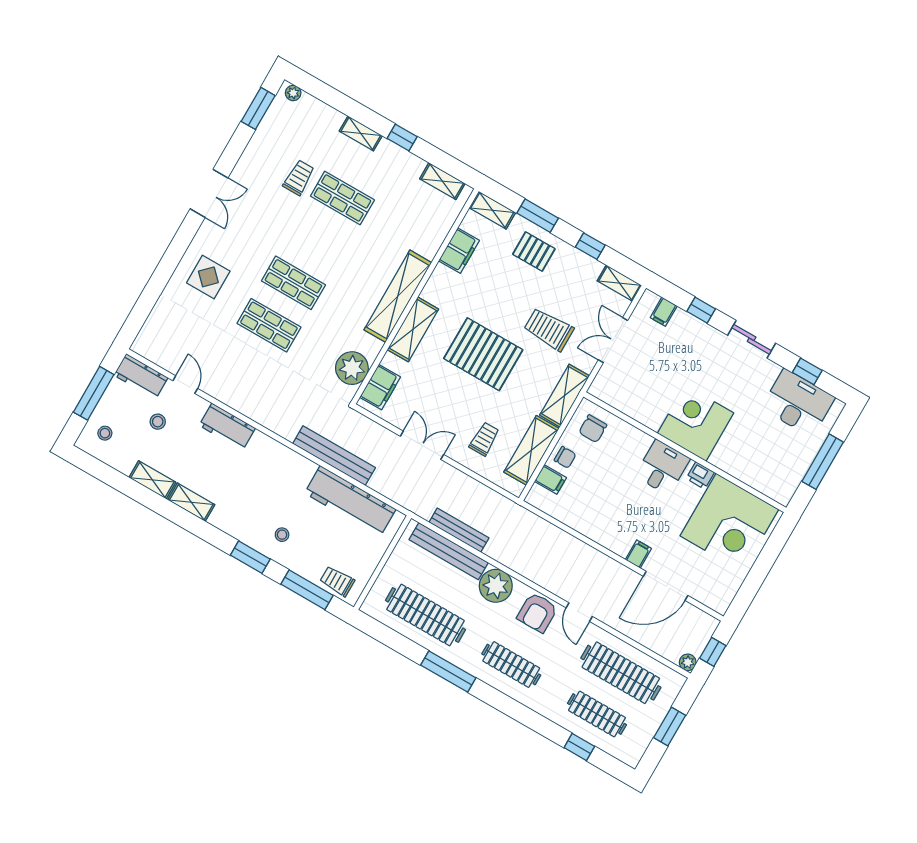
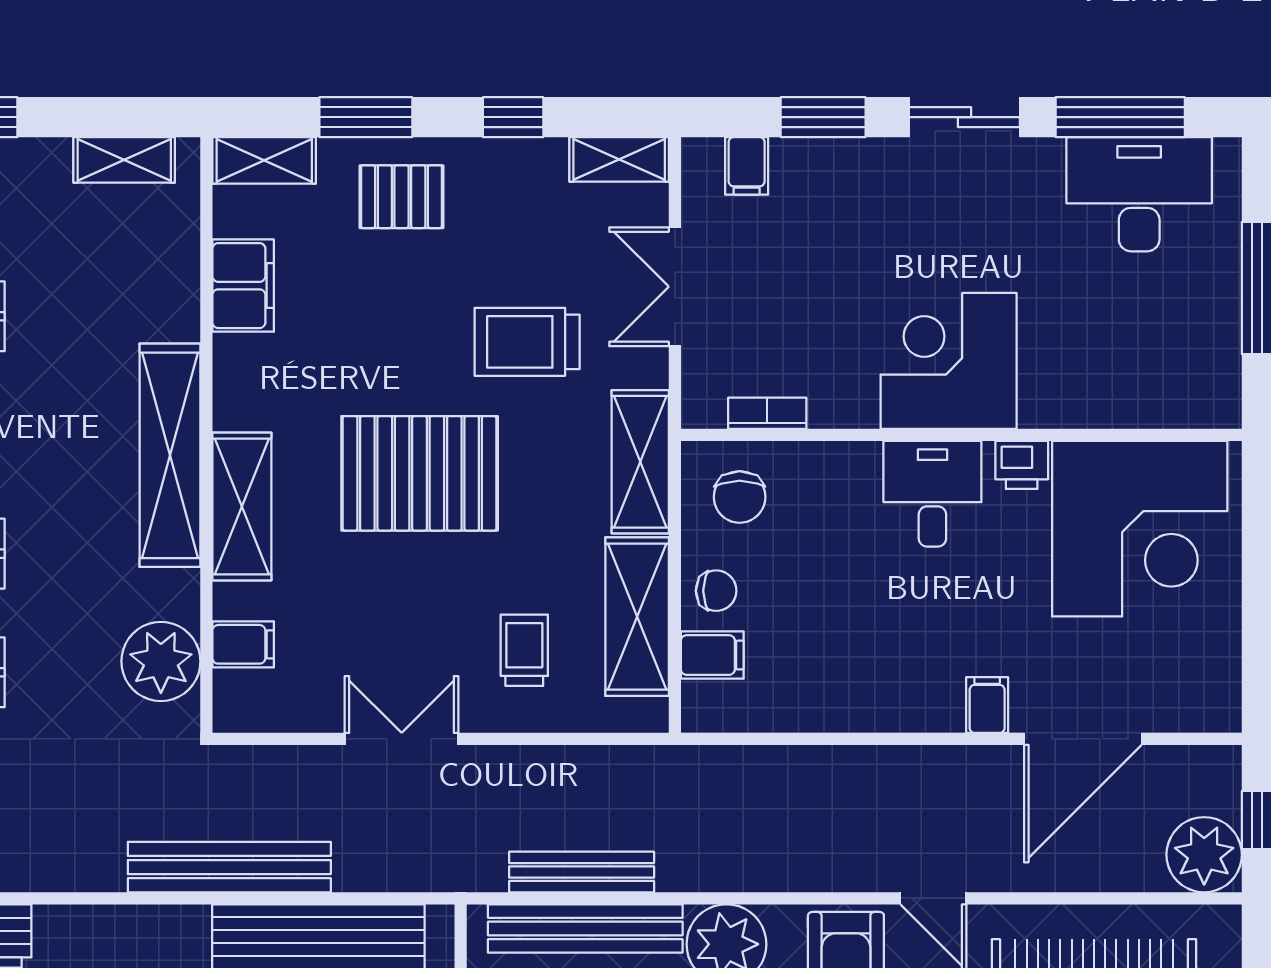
window: (701, 310) -> (823, 117), width x1.50
window: (807, 371) -> (1120, 117), width x2.17
filing cabinet: (380, 387) -> (243, 644), width x0.50
bookcase: (620, 404) -> (767, 413), added
plant: (688, 662) -> (1204, 855), width x1.87, depth x1.87

